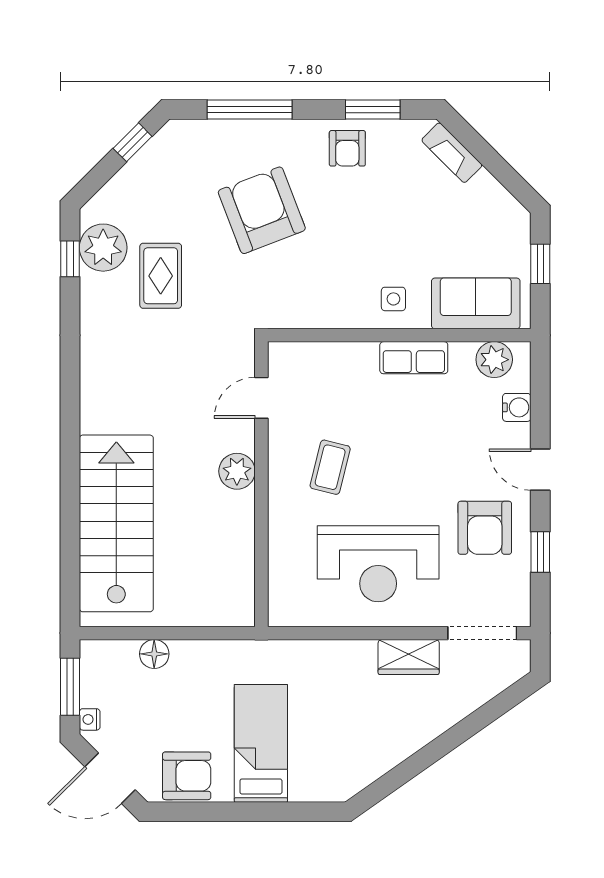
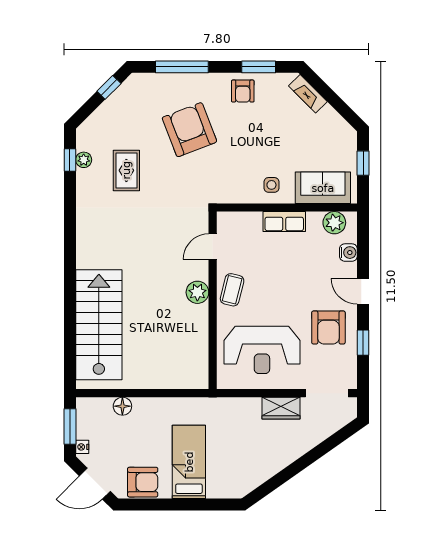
plant: (103, 248) -> (84, 160), width x0.53, depth x0.53
door: (261, 398) -> (213, 247), moved
plant: (237, 471) -> (197, 292), moved
wall: (261, 484) -> (213, 300), moved

